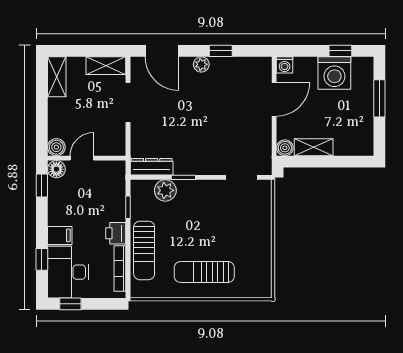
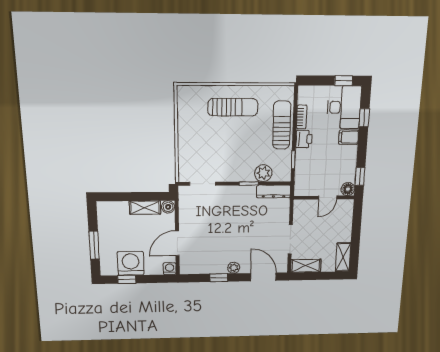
boiler: (56, 147) -> (347, 206), removed
bookcase: (120, 269) -> (302, 117), width x0.64

